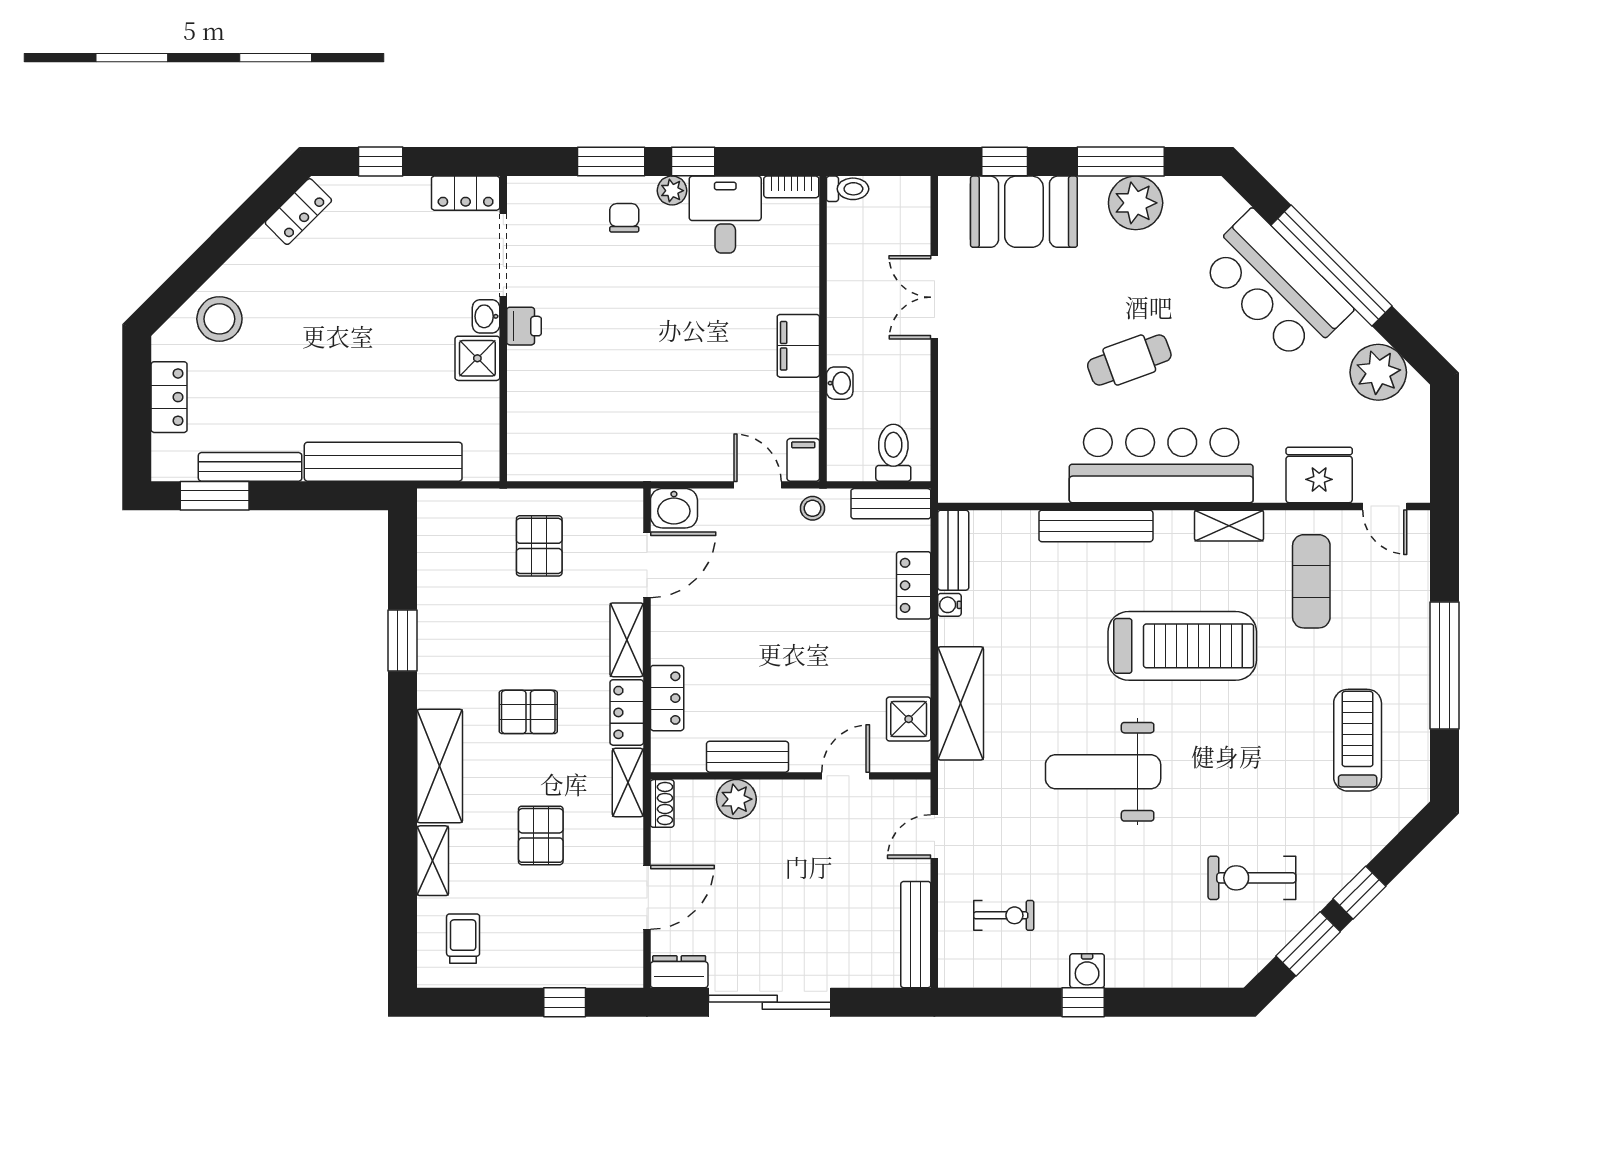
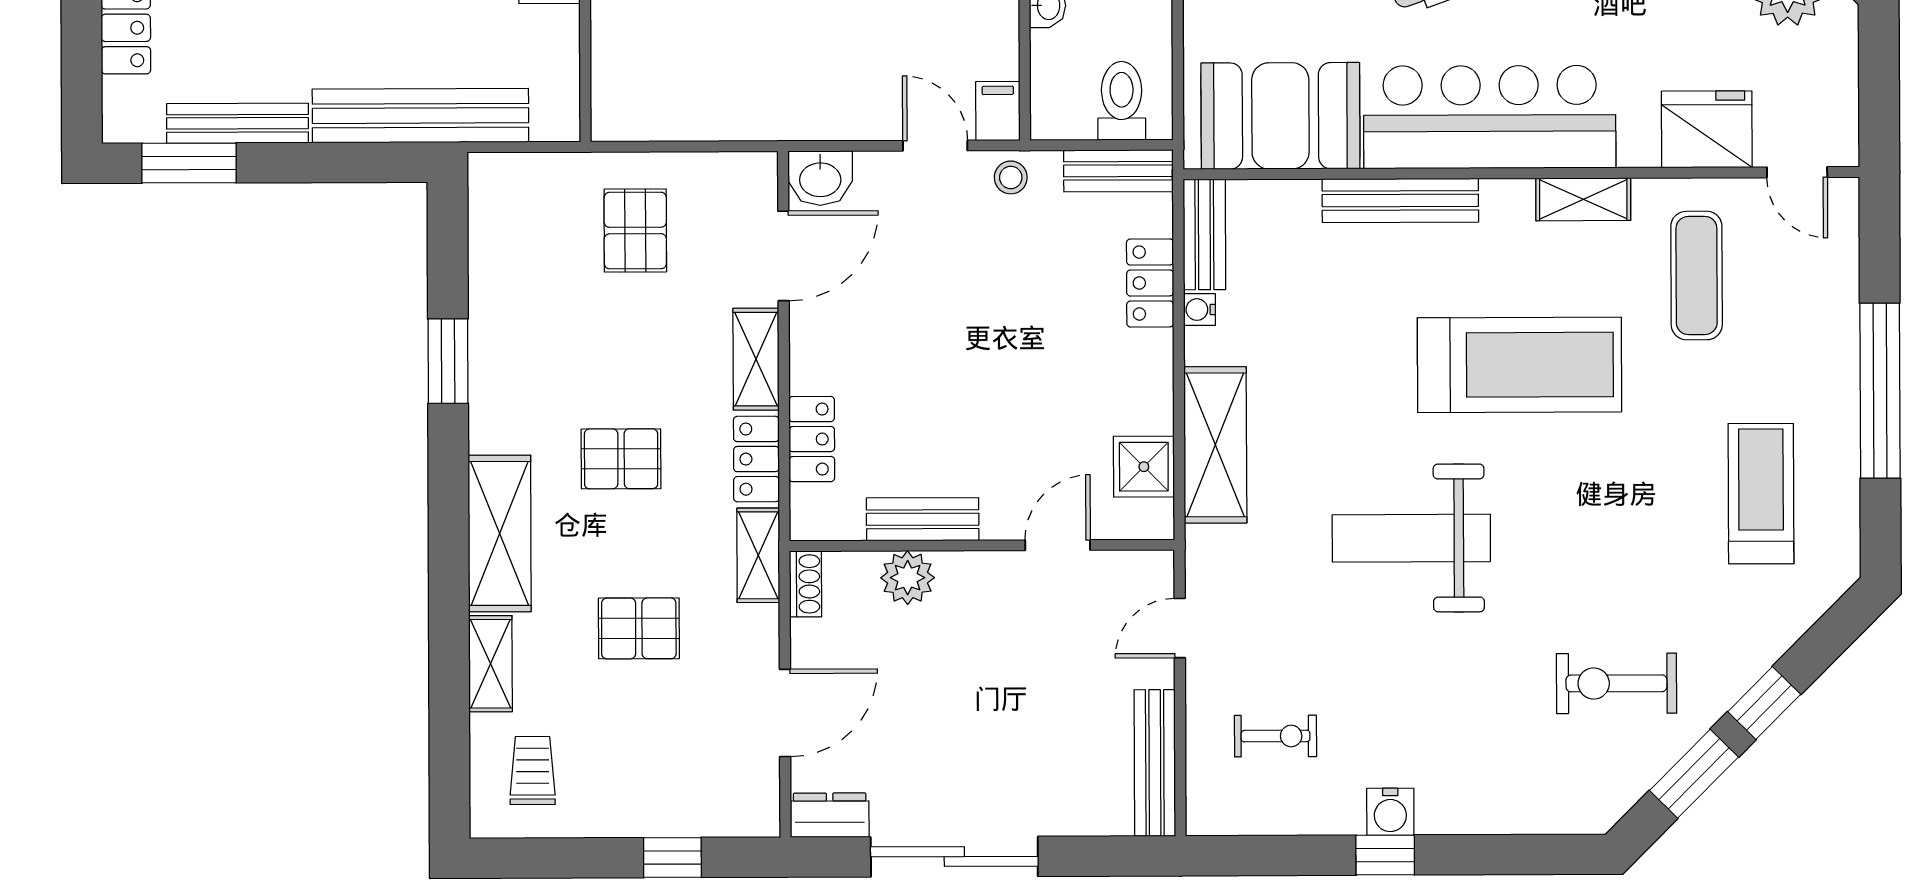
booth: (1009, 464) -> (1280, 116), added
pallet: (541, 835) -> (639, 628), turned 90

